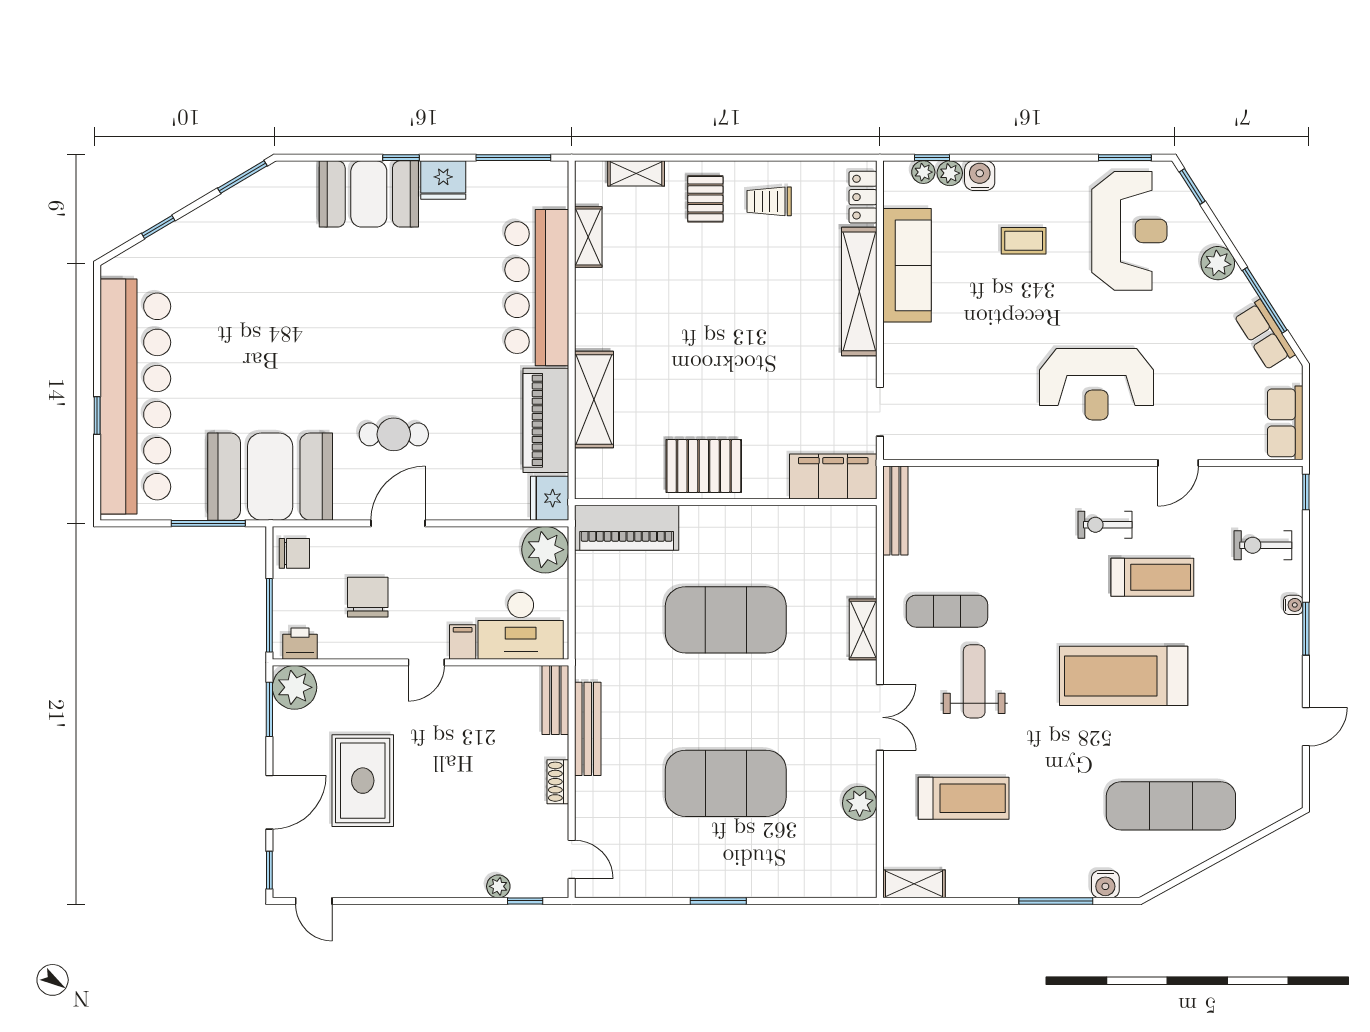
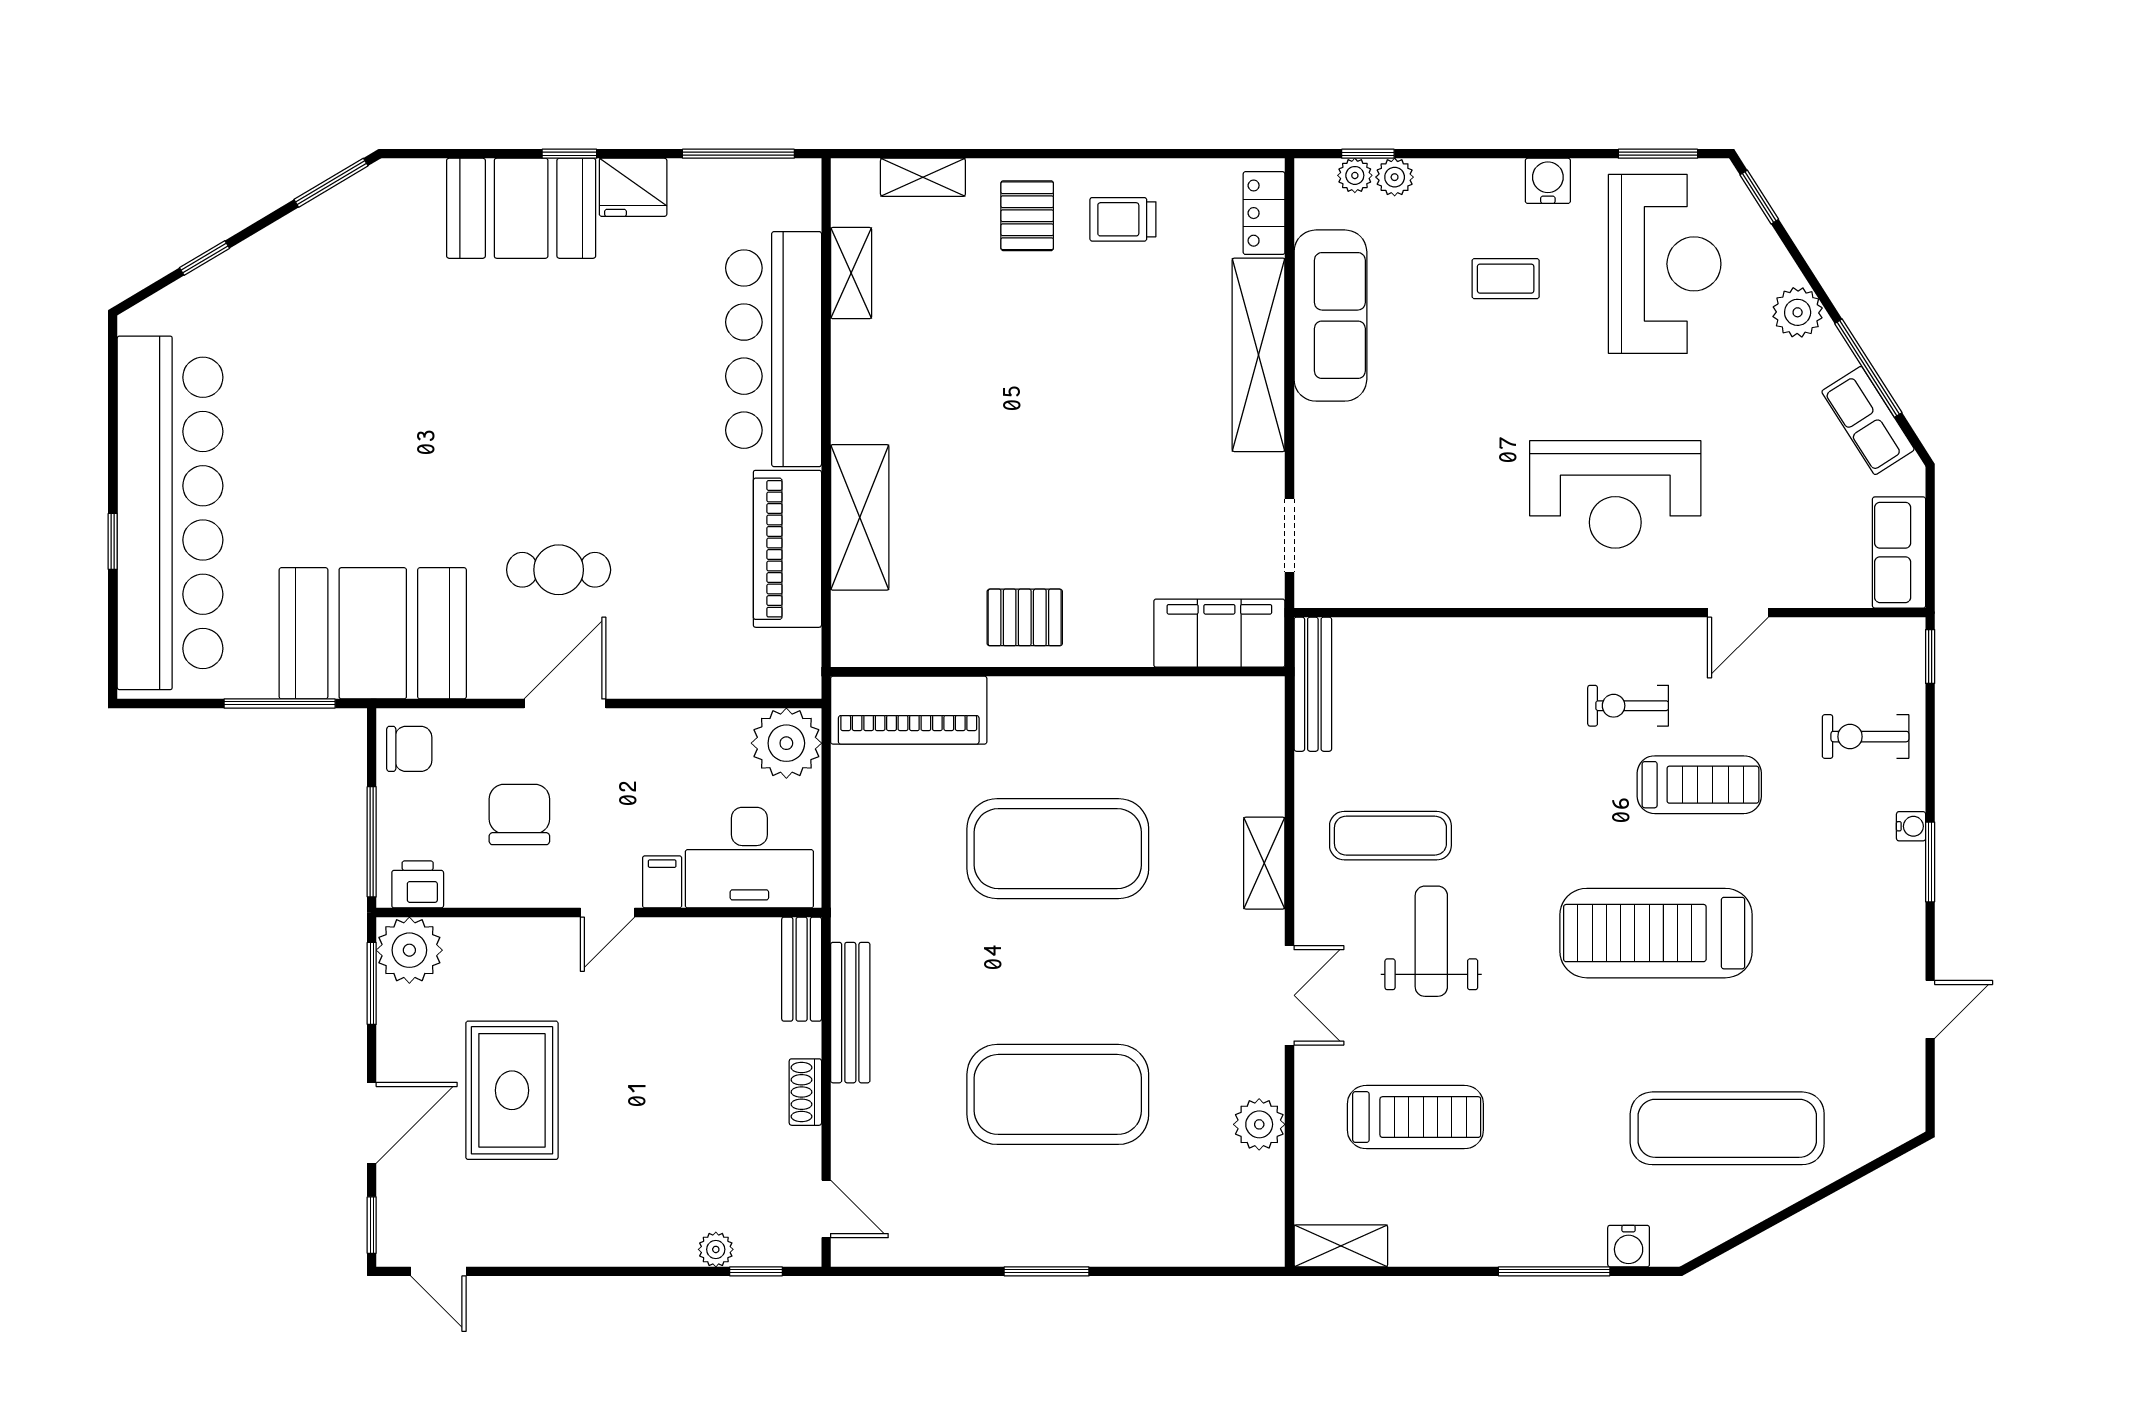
water cooler: (980, 176) -> (1548, 181), moved
pallet: (704, 466) -> (1025, 617), width x0.67, depth x0.71
fridge: (550, 498) -> (793, 666), removed

